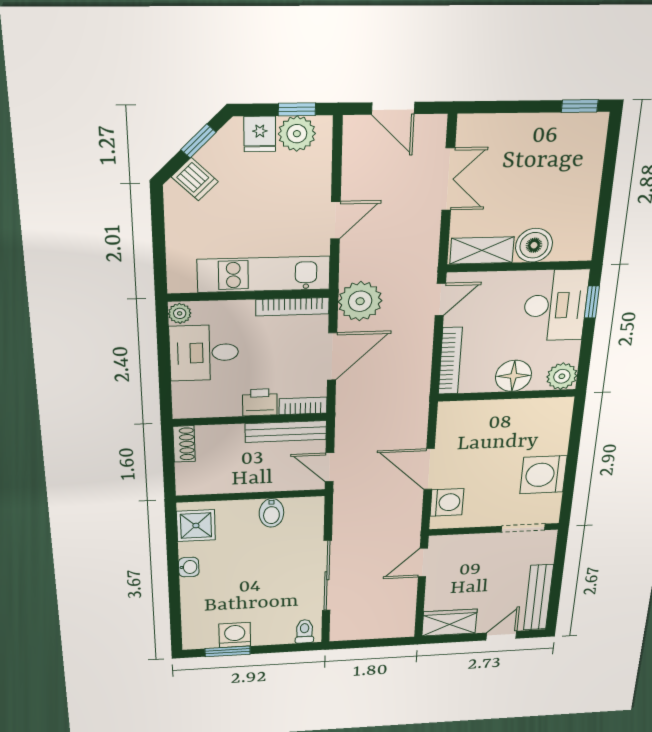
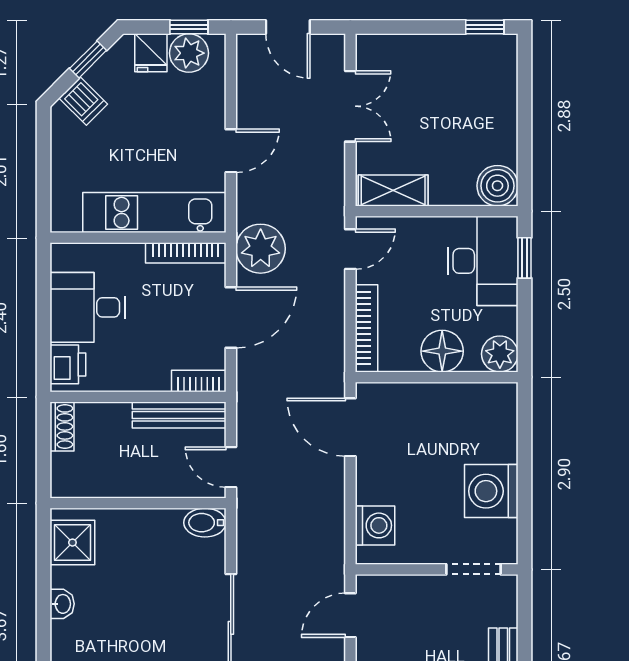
boiler: (534, 245) -> (497, 186), moved
plant: (180, 313) -> (63, 257), removed
printer: (260, 402) -> (68, 364), moved, turned 90
door: (429, 469) -> (350, 427), moved
bidet: (271, 513) -> (205, 523), moved, turned 90

